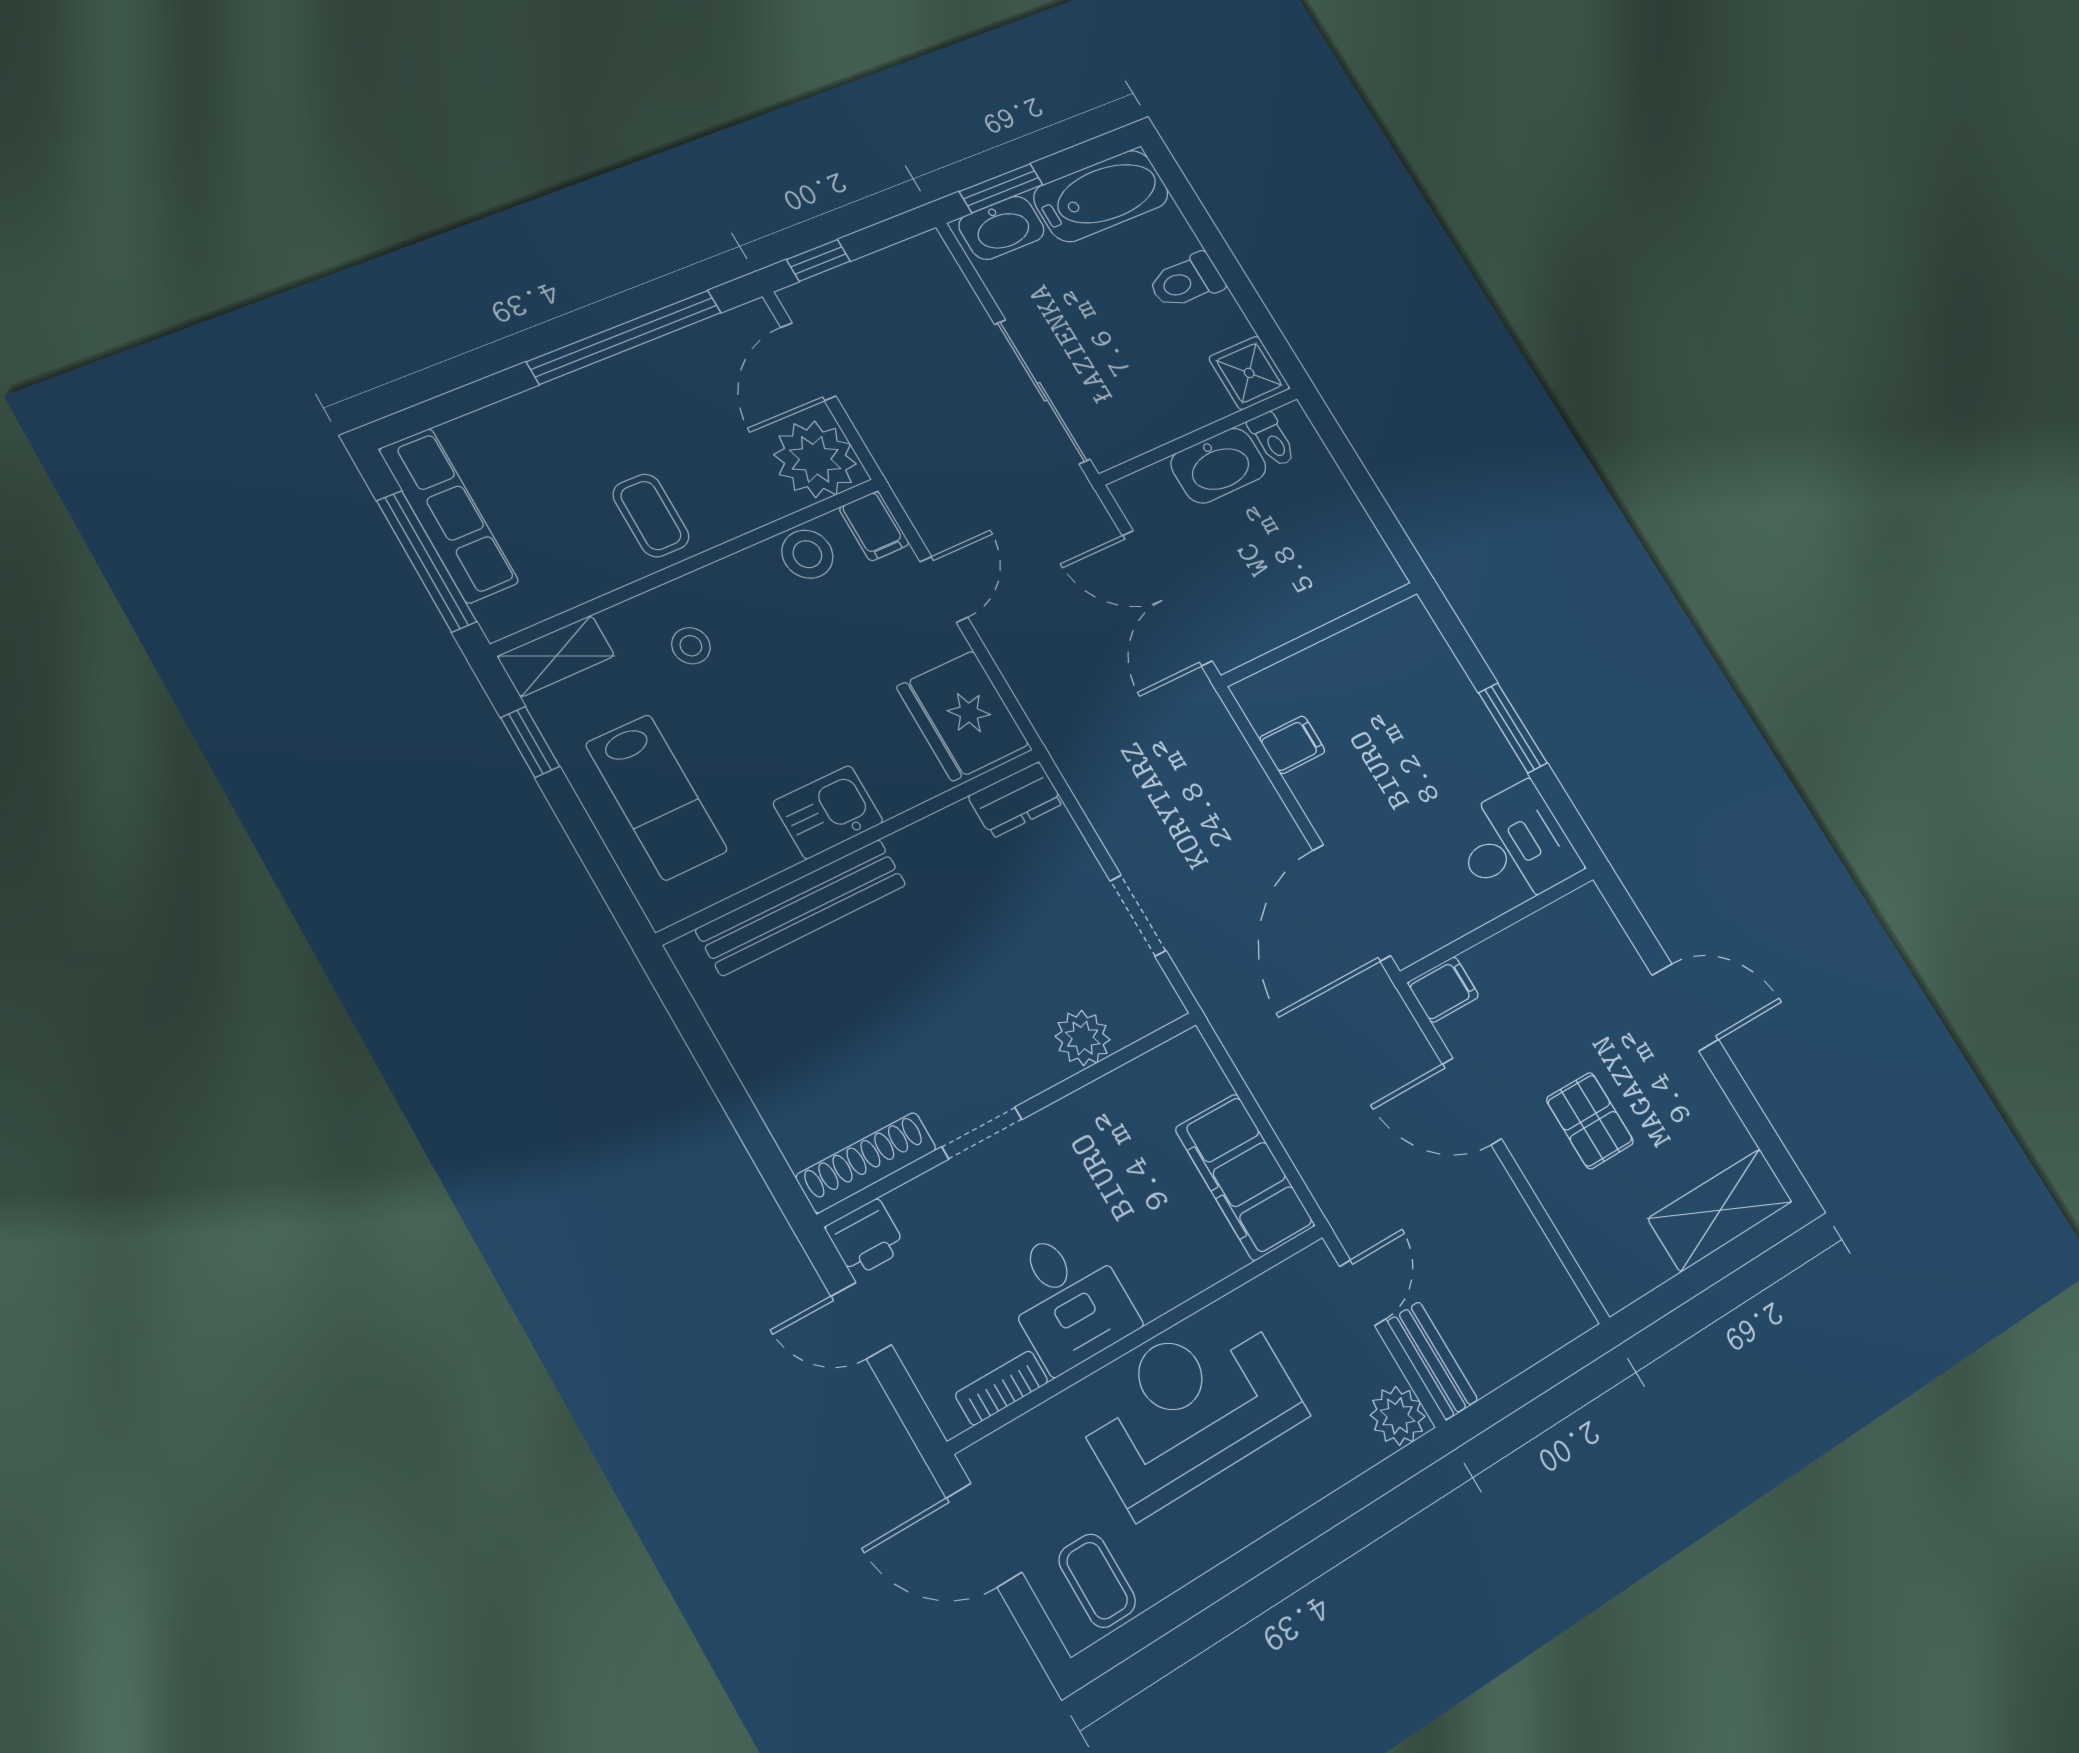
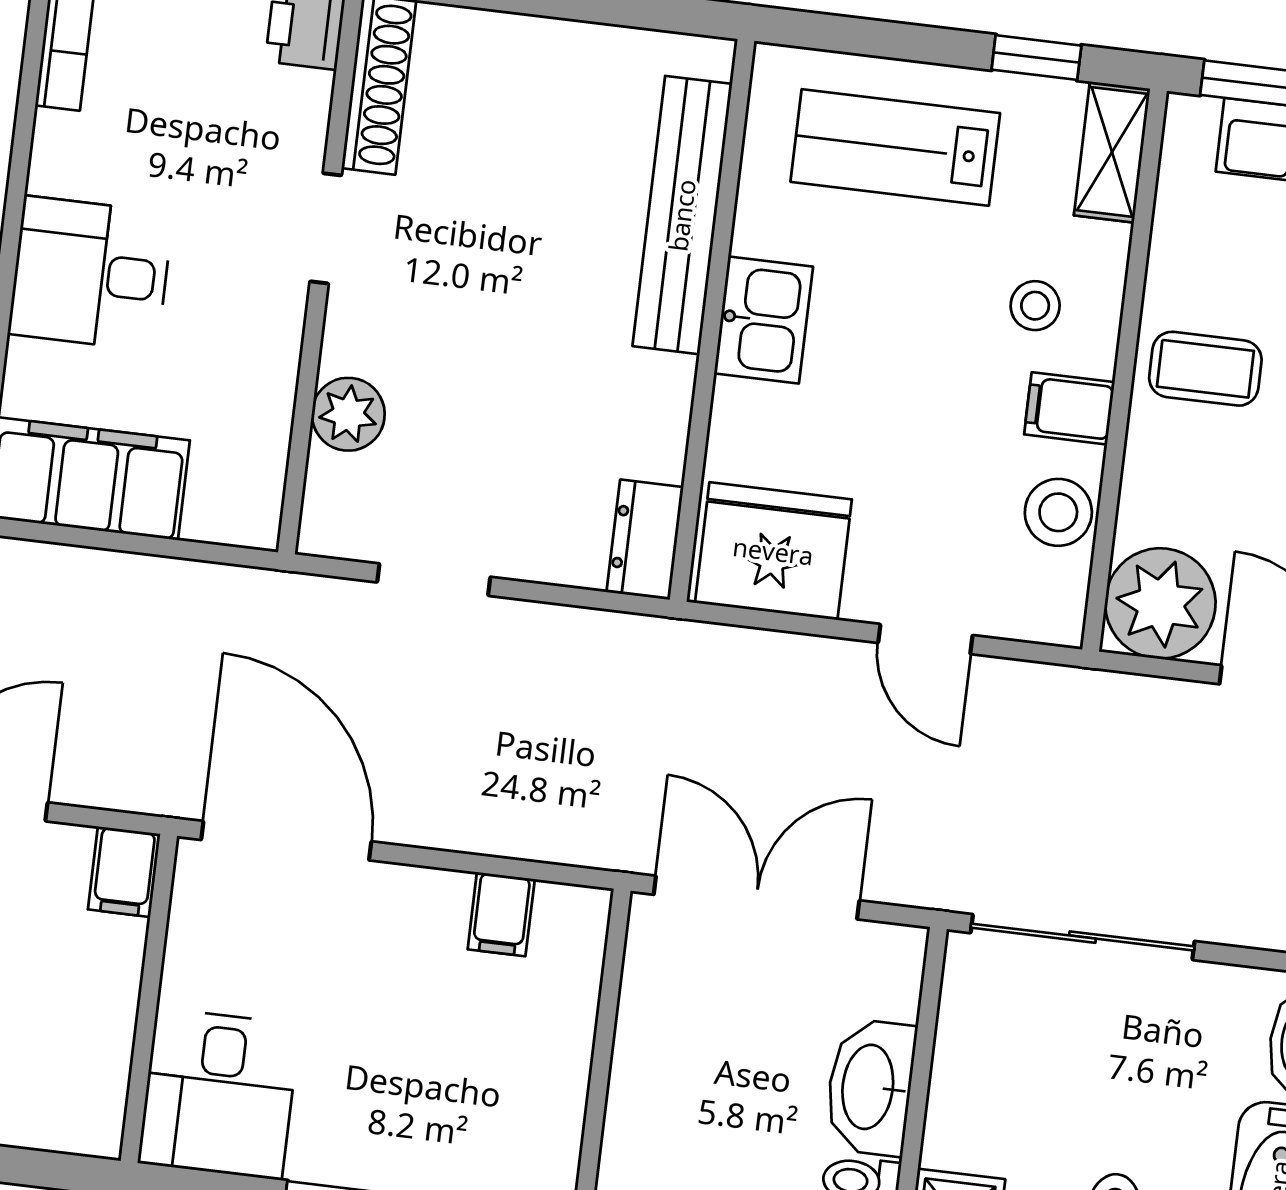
filing cabinet: (874, 526) -> (1069, 408), moved
desk: (1068, 1299) -> (91, 274), moved

